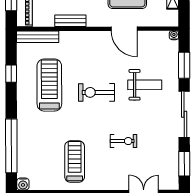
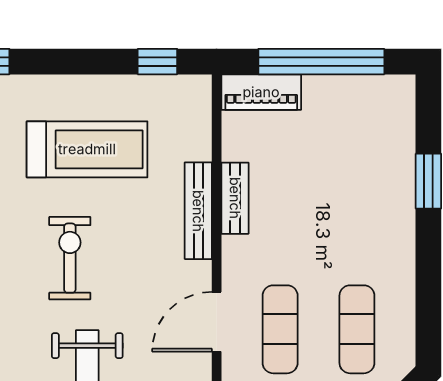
bench: (38, 37) -> (198, 211), moved
window: (11, 74) -> (157, 62), moved

